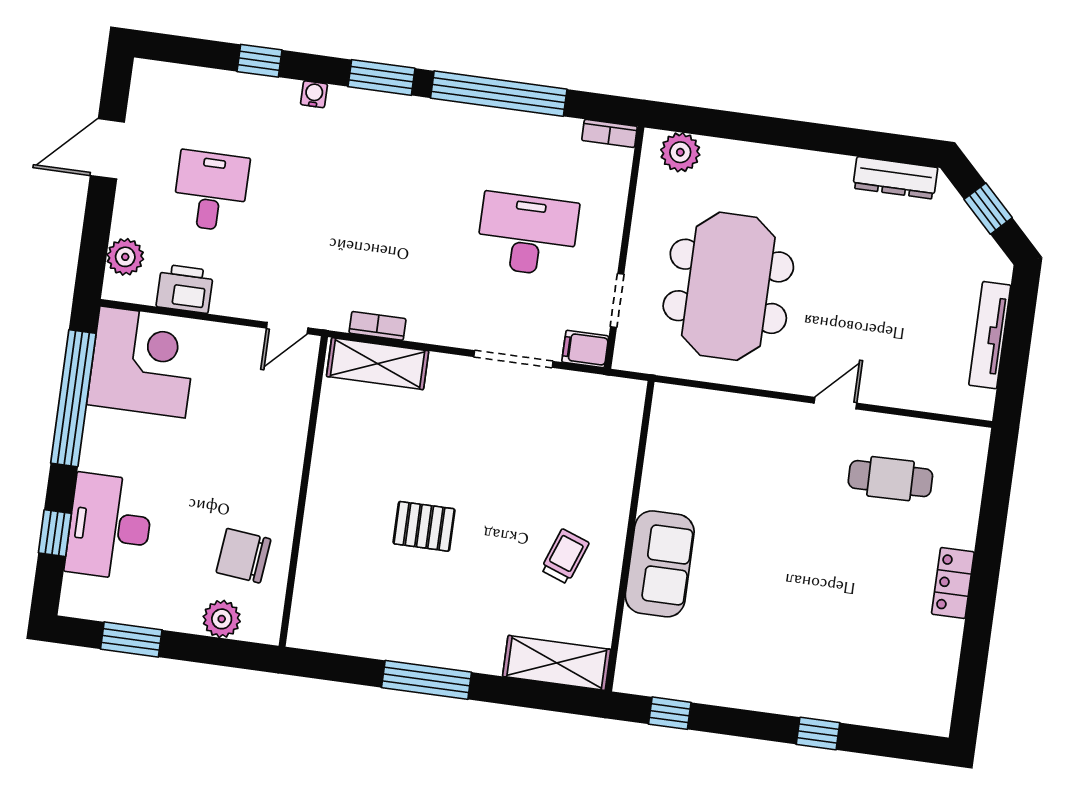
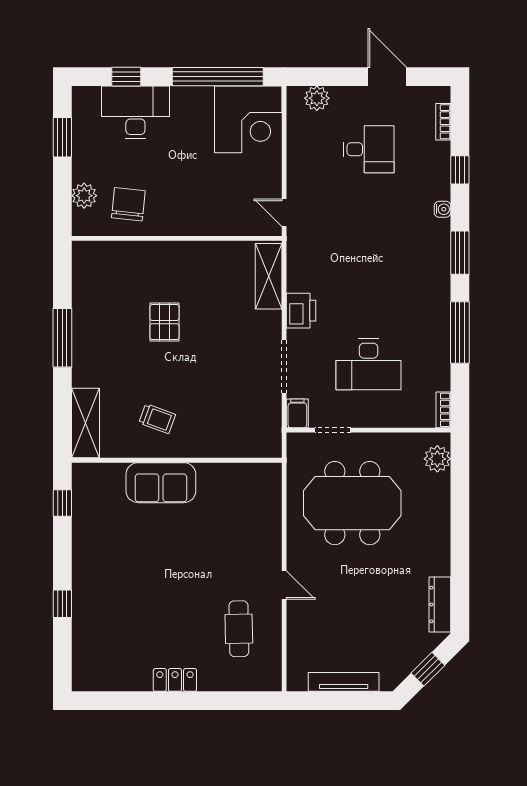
window: (499, 94) -> (460, 332), width x0.68
desk: (527, 234) -> (369, 364), turned 90
printer: (185, 289) -> (301, 311), moved
bookcase: (377, 326) -> (443, 122), moved, turned 180

